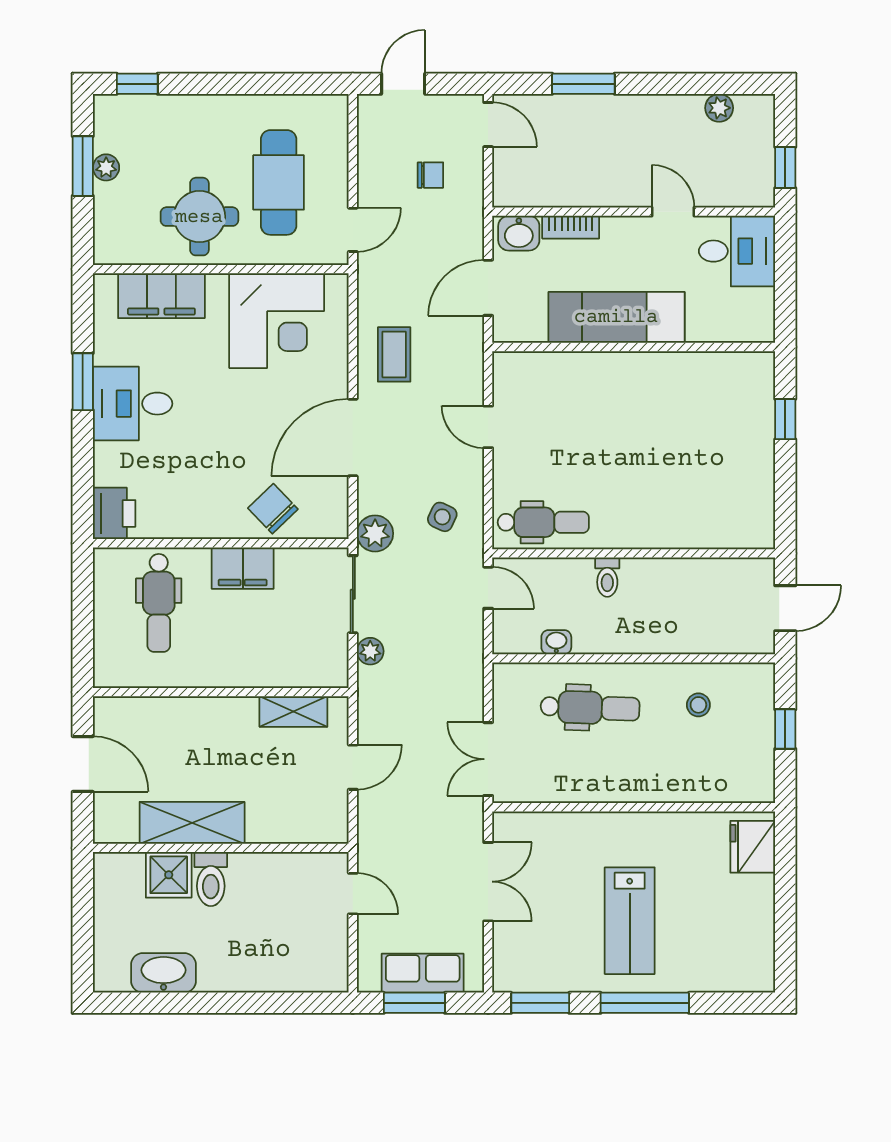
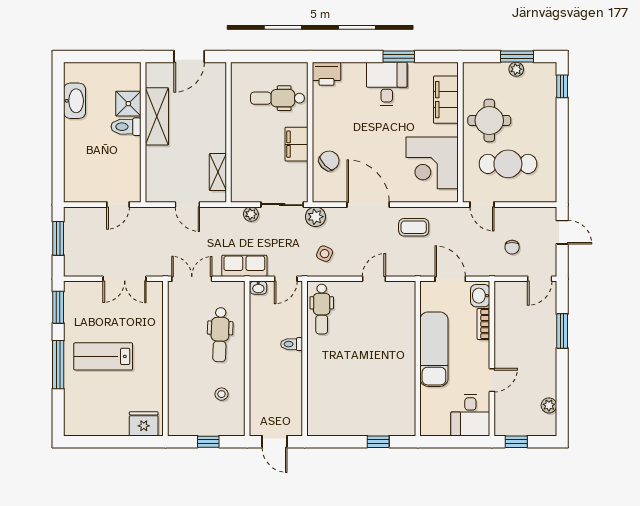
washbasin: (556, 642) -> (258, 288), moved, turned 90
row of seats: (423, 973) -> (244, 266), moved, turned -90

